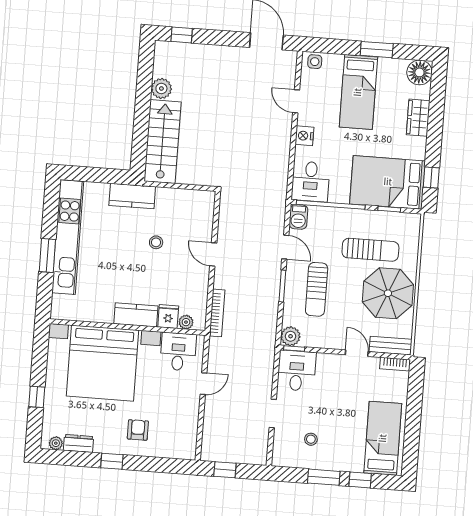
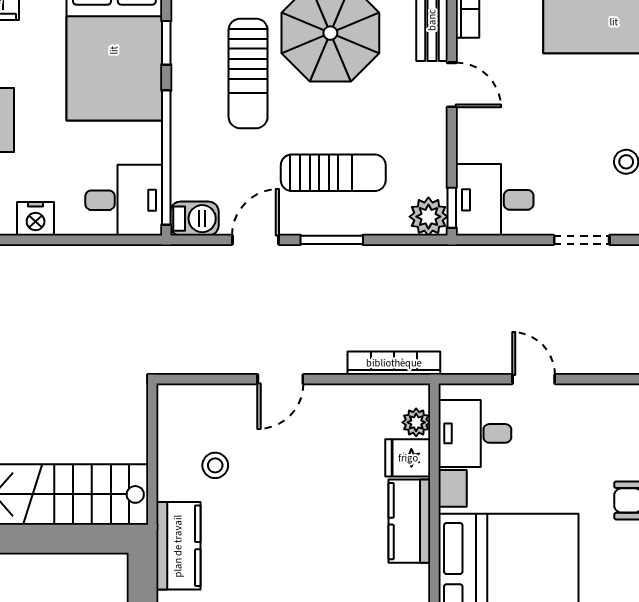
stool: (156, 242) -> (215, 465), moved
sun lounger: (370, 250) -> (248, 73), turned 180
door: (357, 353) -> (452, 85), swing flipped

